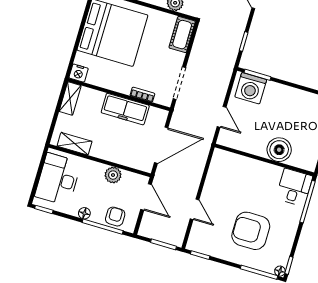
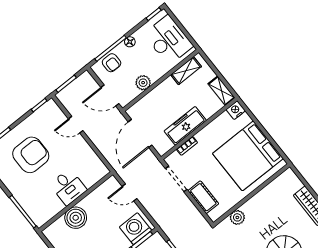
cot: (182, 35) -> (203, 197), moved
desk: (294, 187) -> (68, 187), moved

